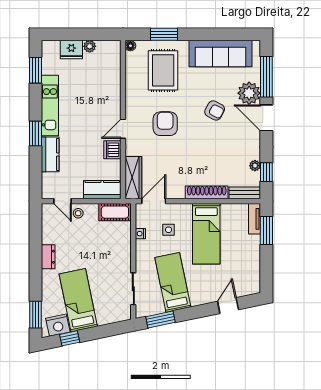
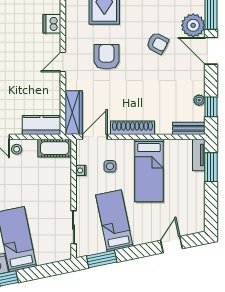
dishwasher: (112, 150) -> (52, 24), moved
shoe rack: (207, 192) -> (132, 128), moved

